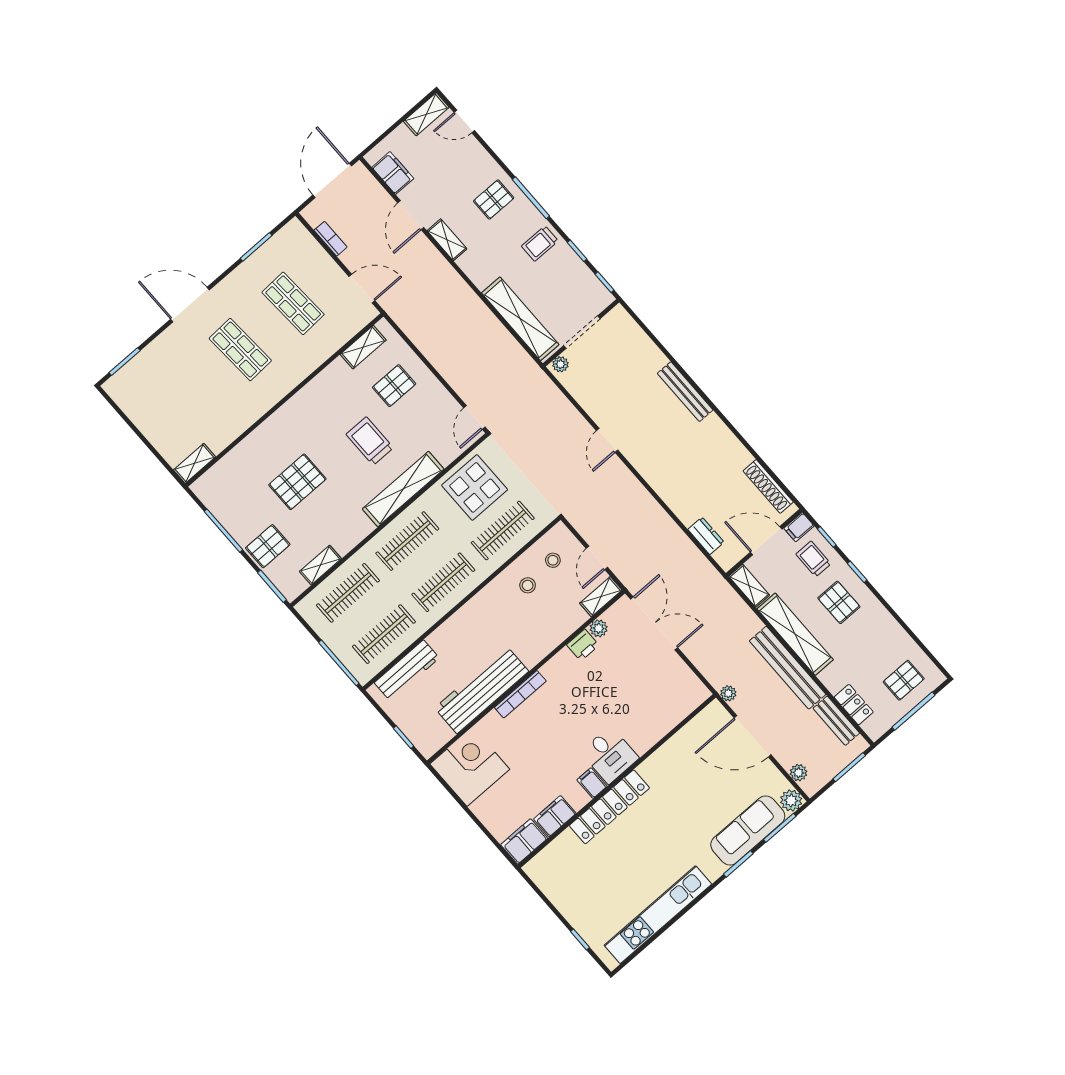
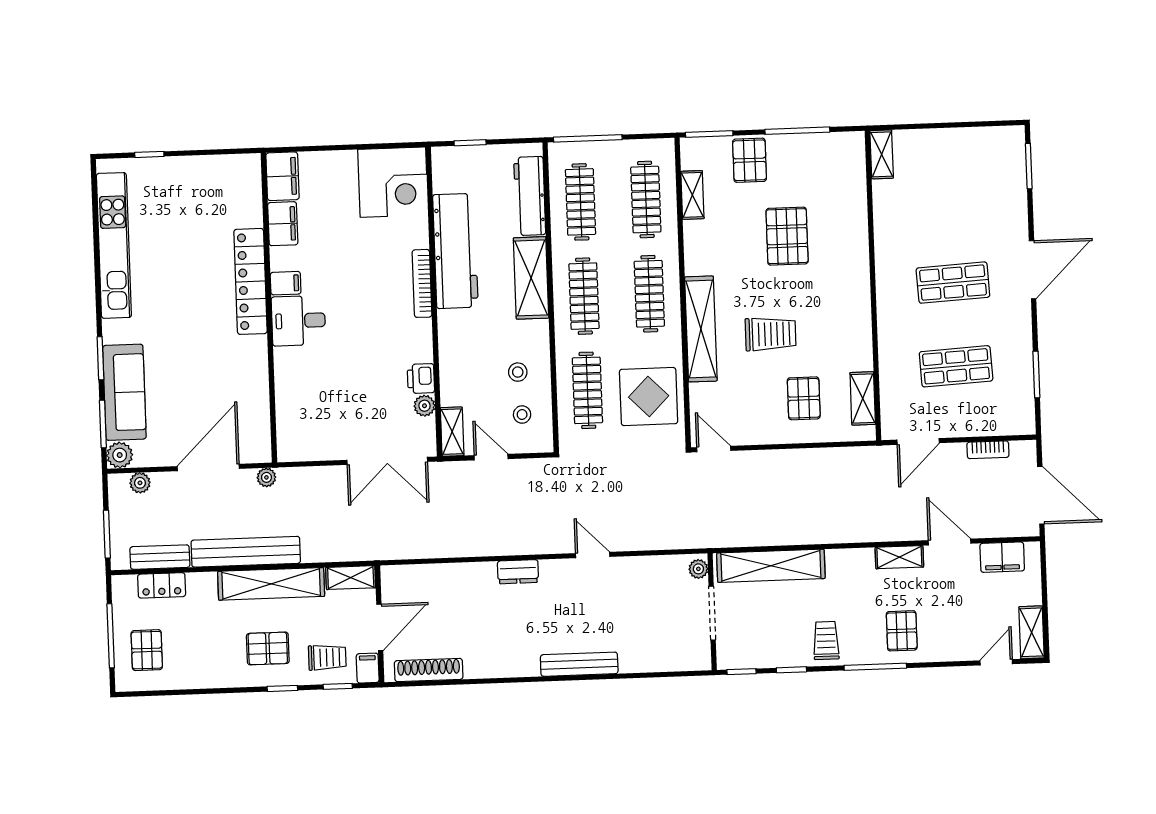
dresser: (706, 536) -> (518, 572), moved
shelving: (459, 626) -> (531, 278), added

